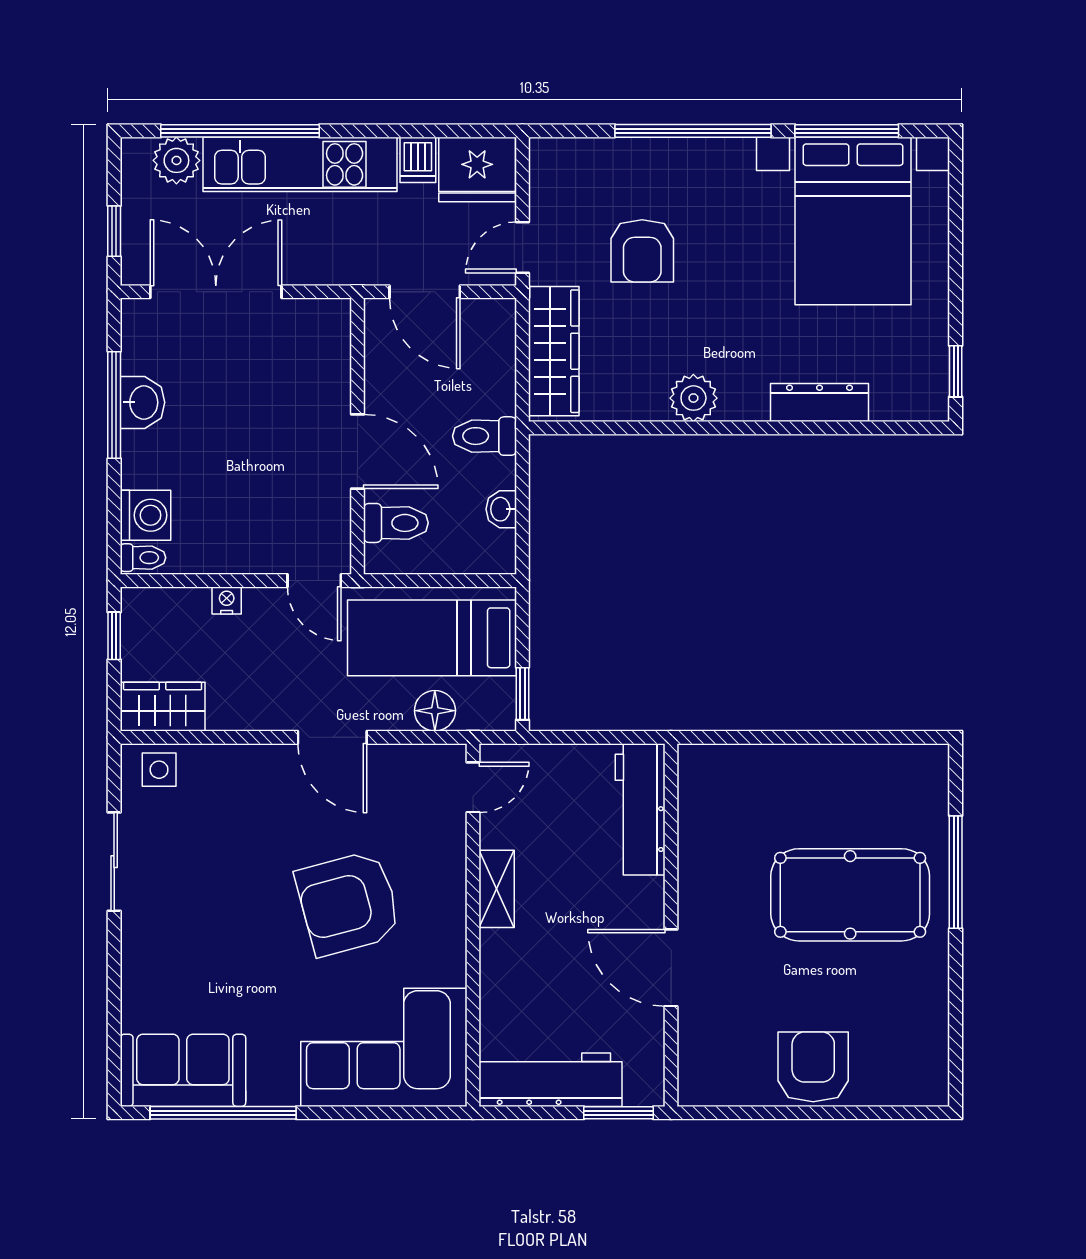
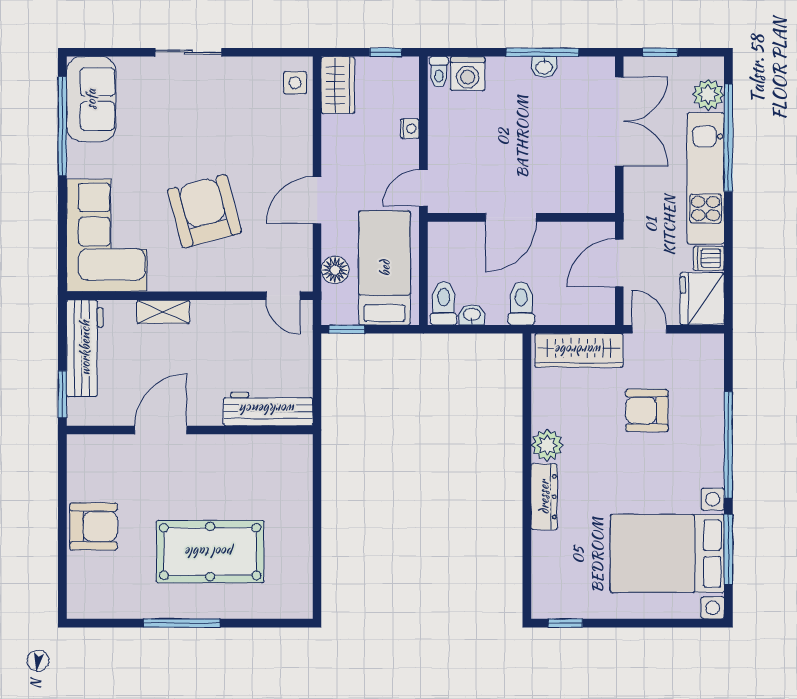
washbasin: (142, 402) -> (544, 67), width x0.72, depth x0.69
dresser: (820, 403) -> (544, 497), moved
toilet: (396, 523) -> (444, 303), moved, turned 180
sliding door: (114, 862) -> (188, 52), moved
window: (956, 872) -> (182, 623), moved
shelving: (497, 889) -> (163, 312), moved
pool table: (850, 895) -> (210, 552), turned 90

